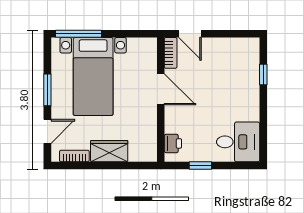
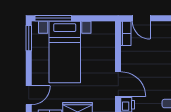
door: (161, 89) -> (118, 84), moved
window: (47, 90) -> (29, 38), moved

